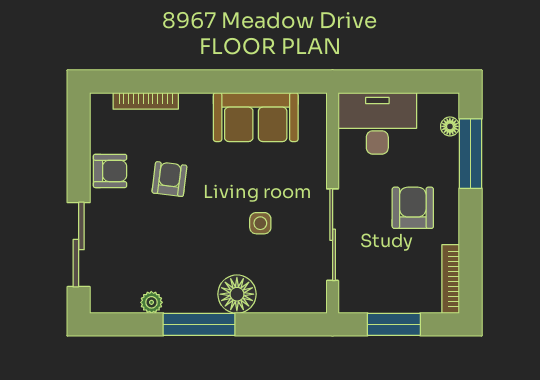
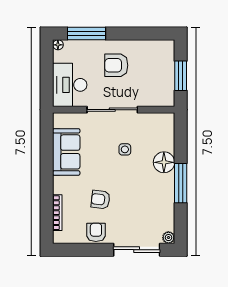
floor lamp: (450, 126) -> (58, 45), moved
sliding door: (333, 235) -> (112, 110), moved
bookcase: (451, 279) -> (156, 44), removed
plant: (151, 302) -> (168, 238), moved

